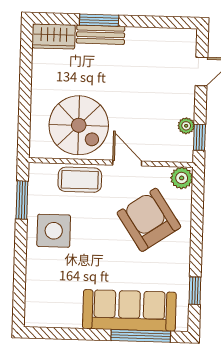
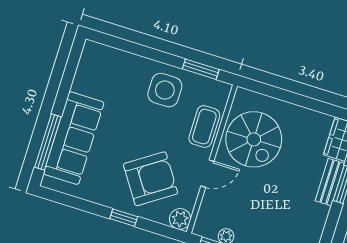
spiral stairs: (79, 125) -> (254, 139), turned -90
window: (195, 291) -> (124, 218), moved

